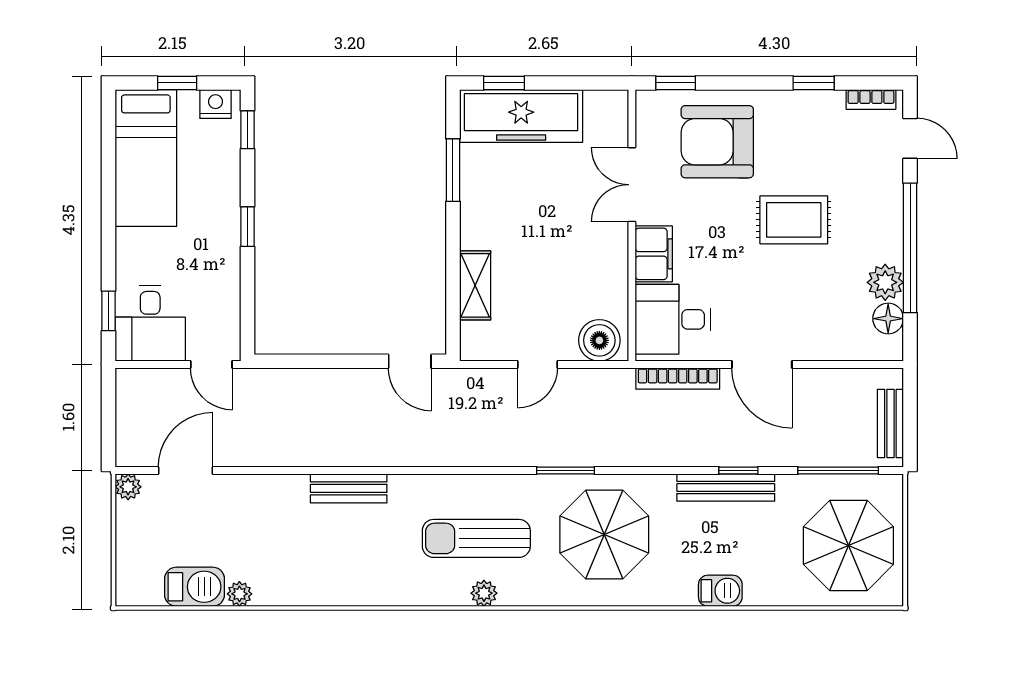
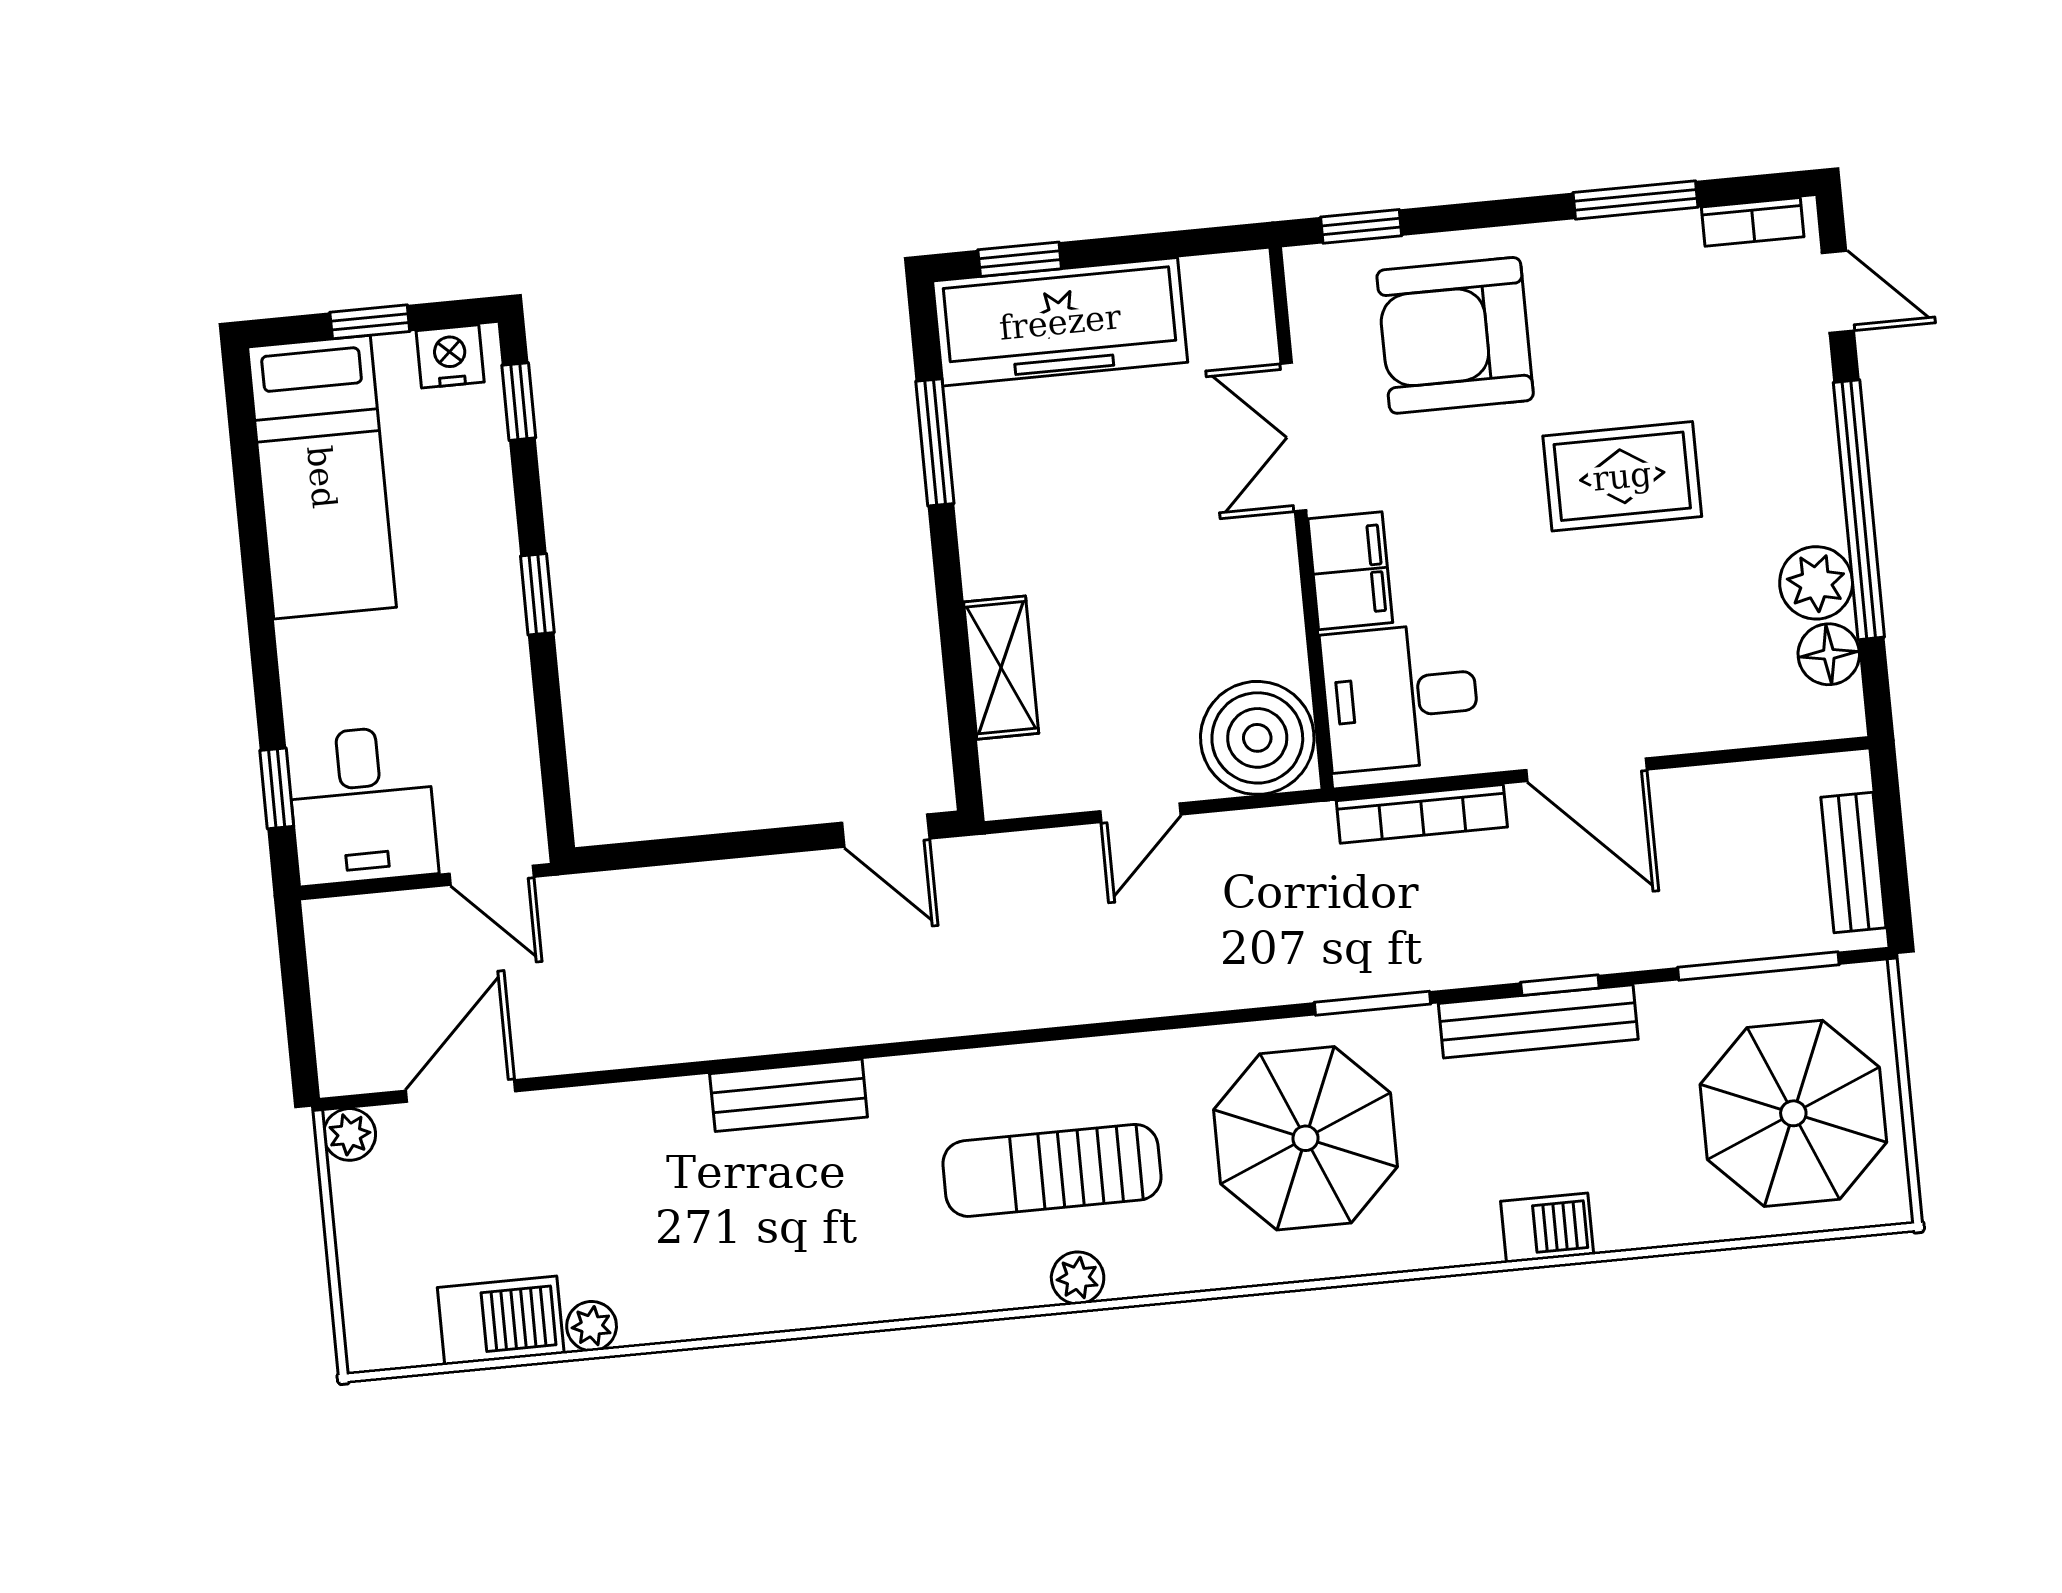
window: (814, 83) -> (1636, 200), width x1.50
boiler: (599, 340) -> (1257, 738), width x1.37, depth x1.37
window: (566, 470) -> (1372, 1003), moved

